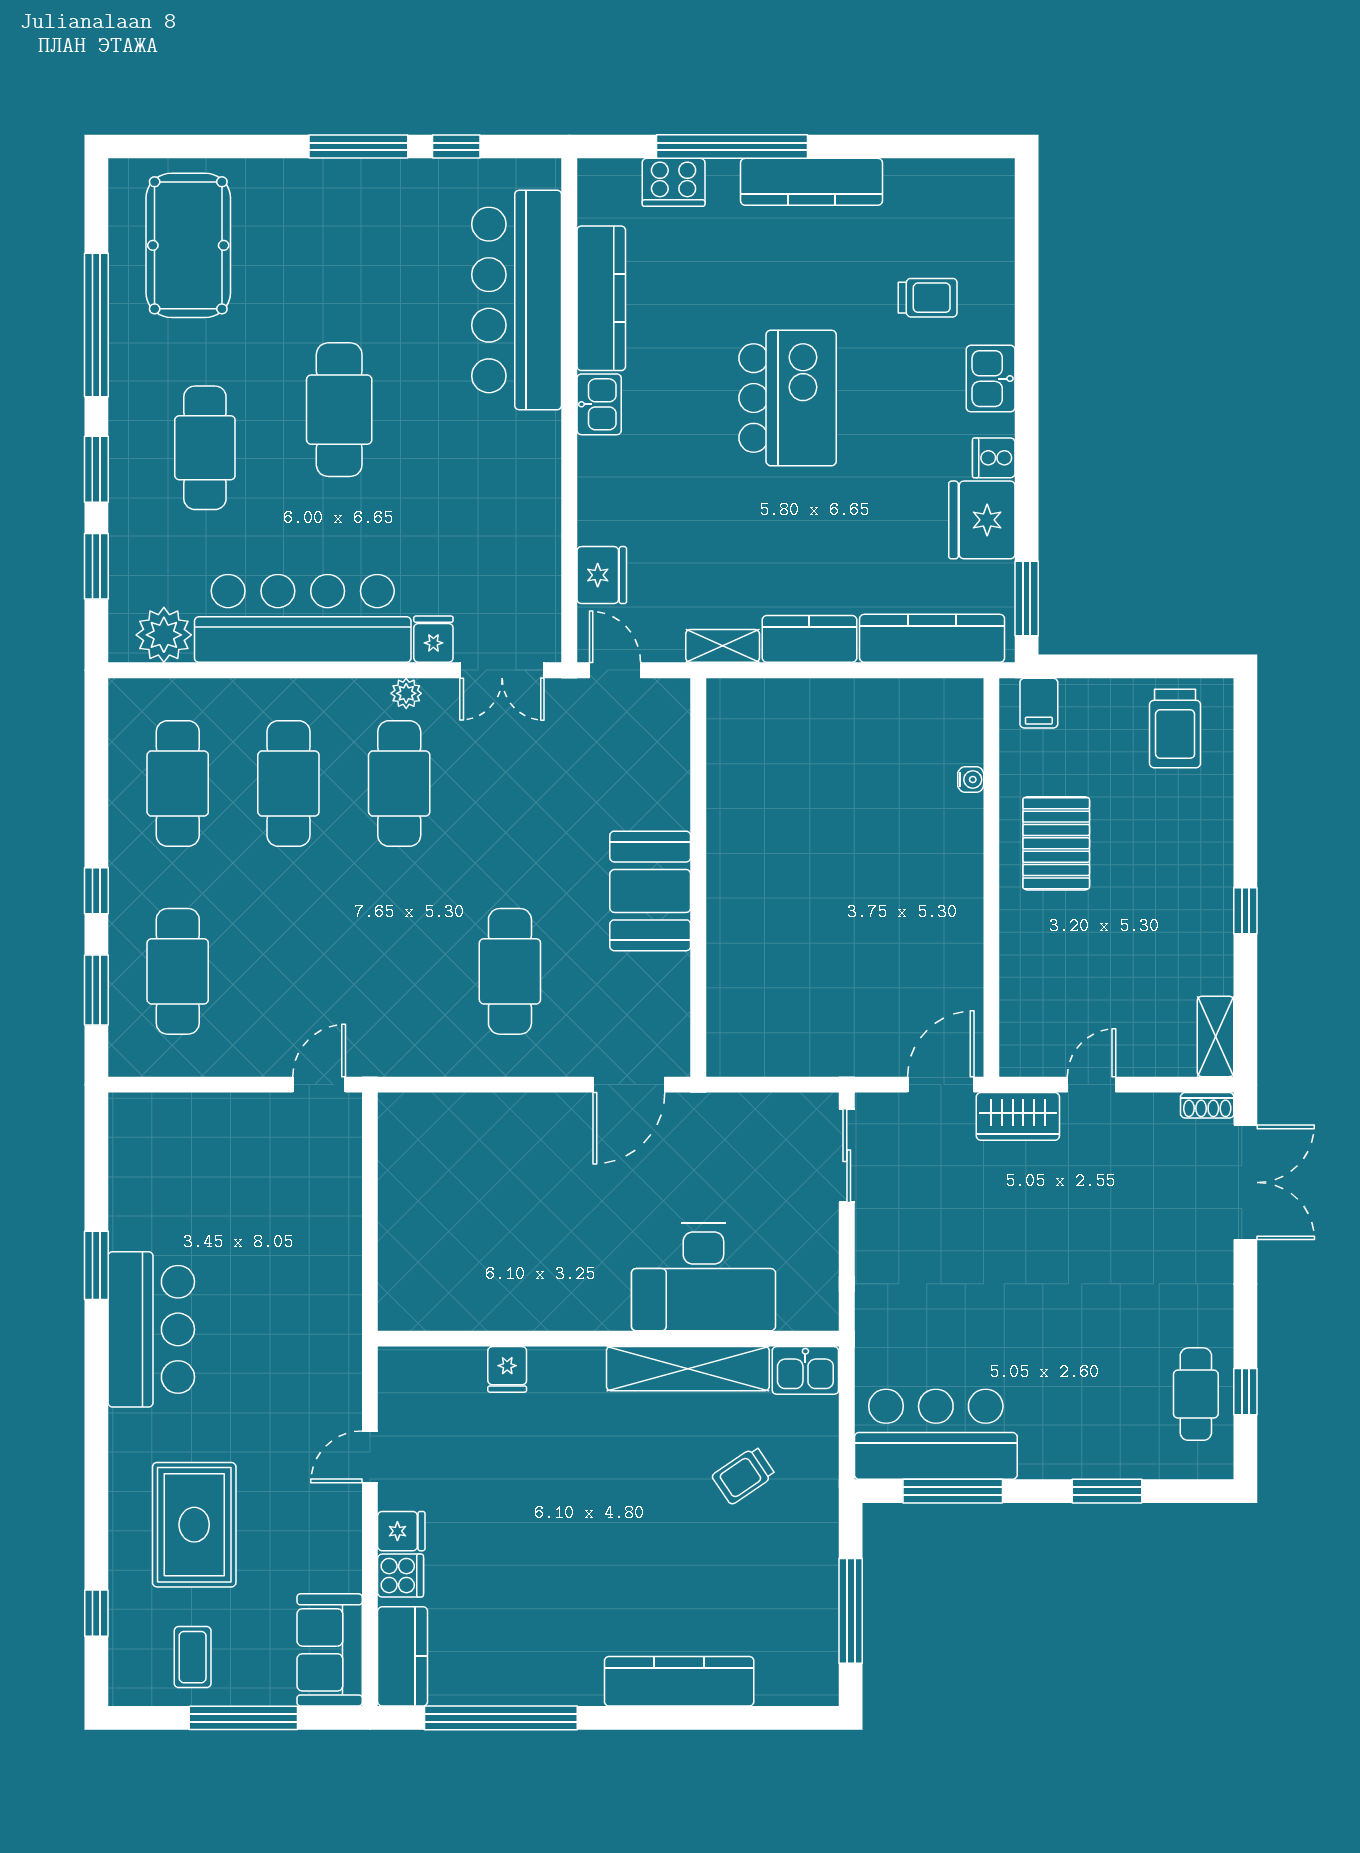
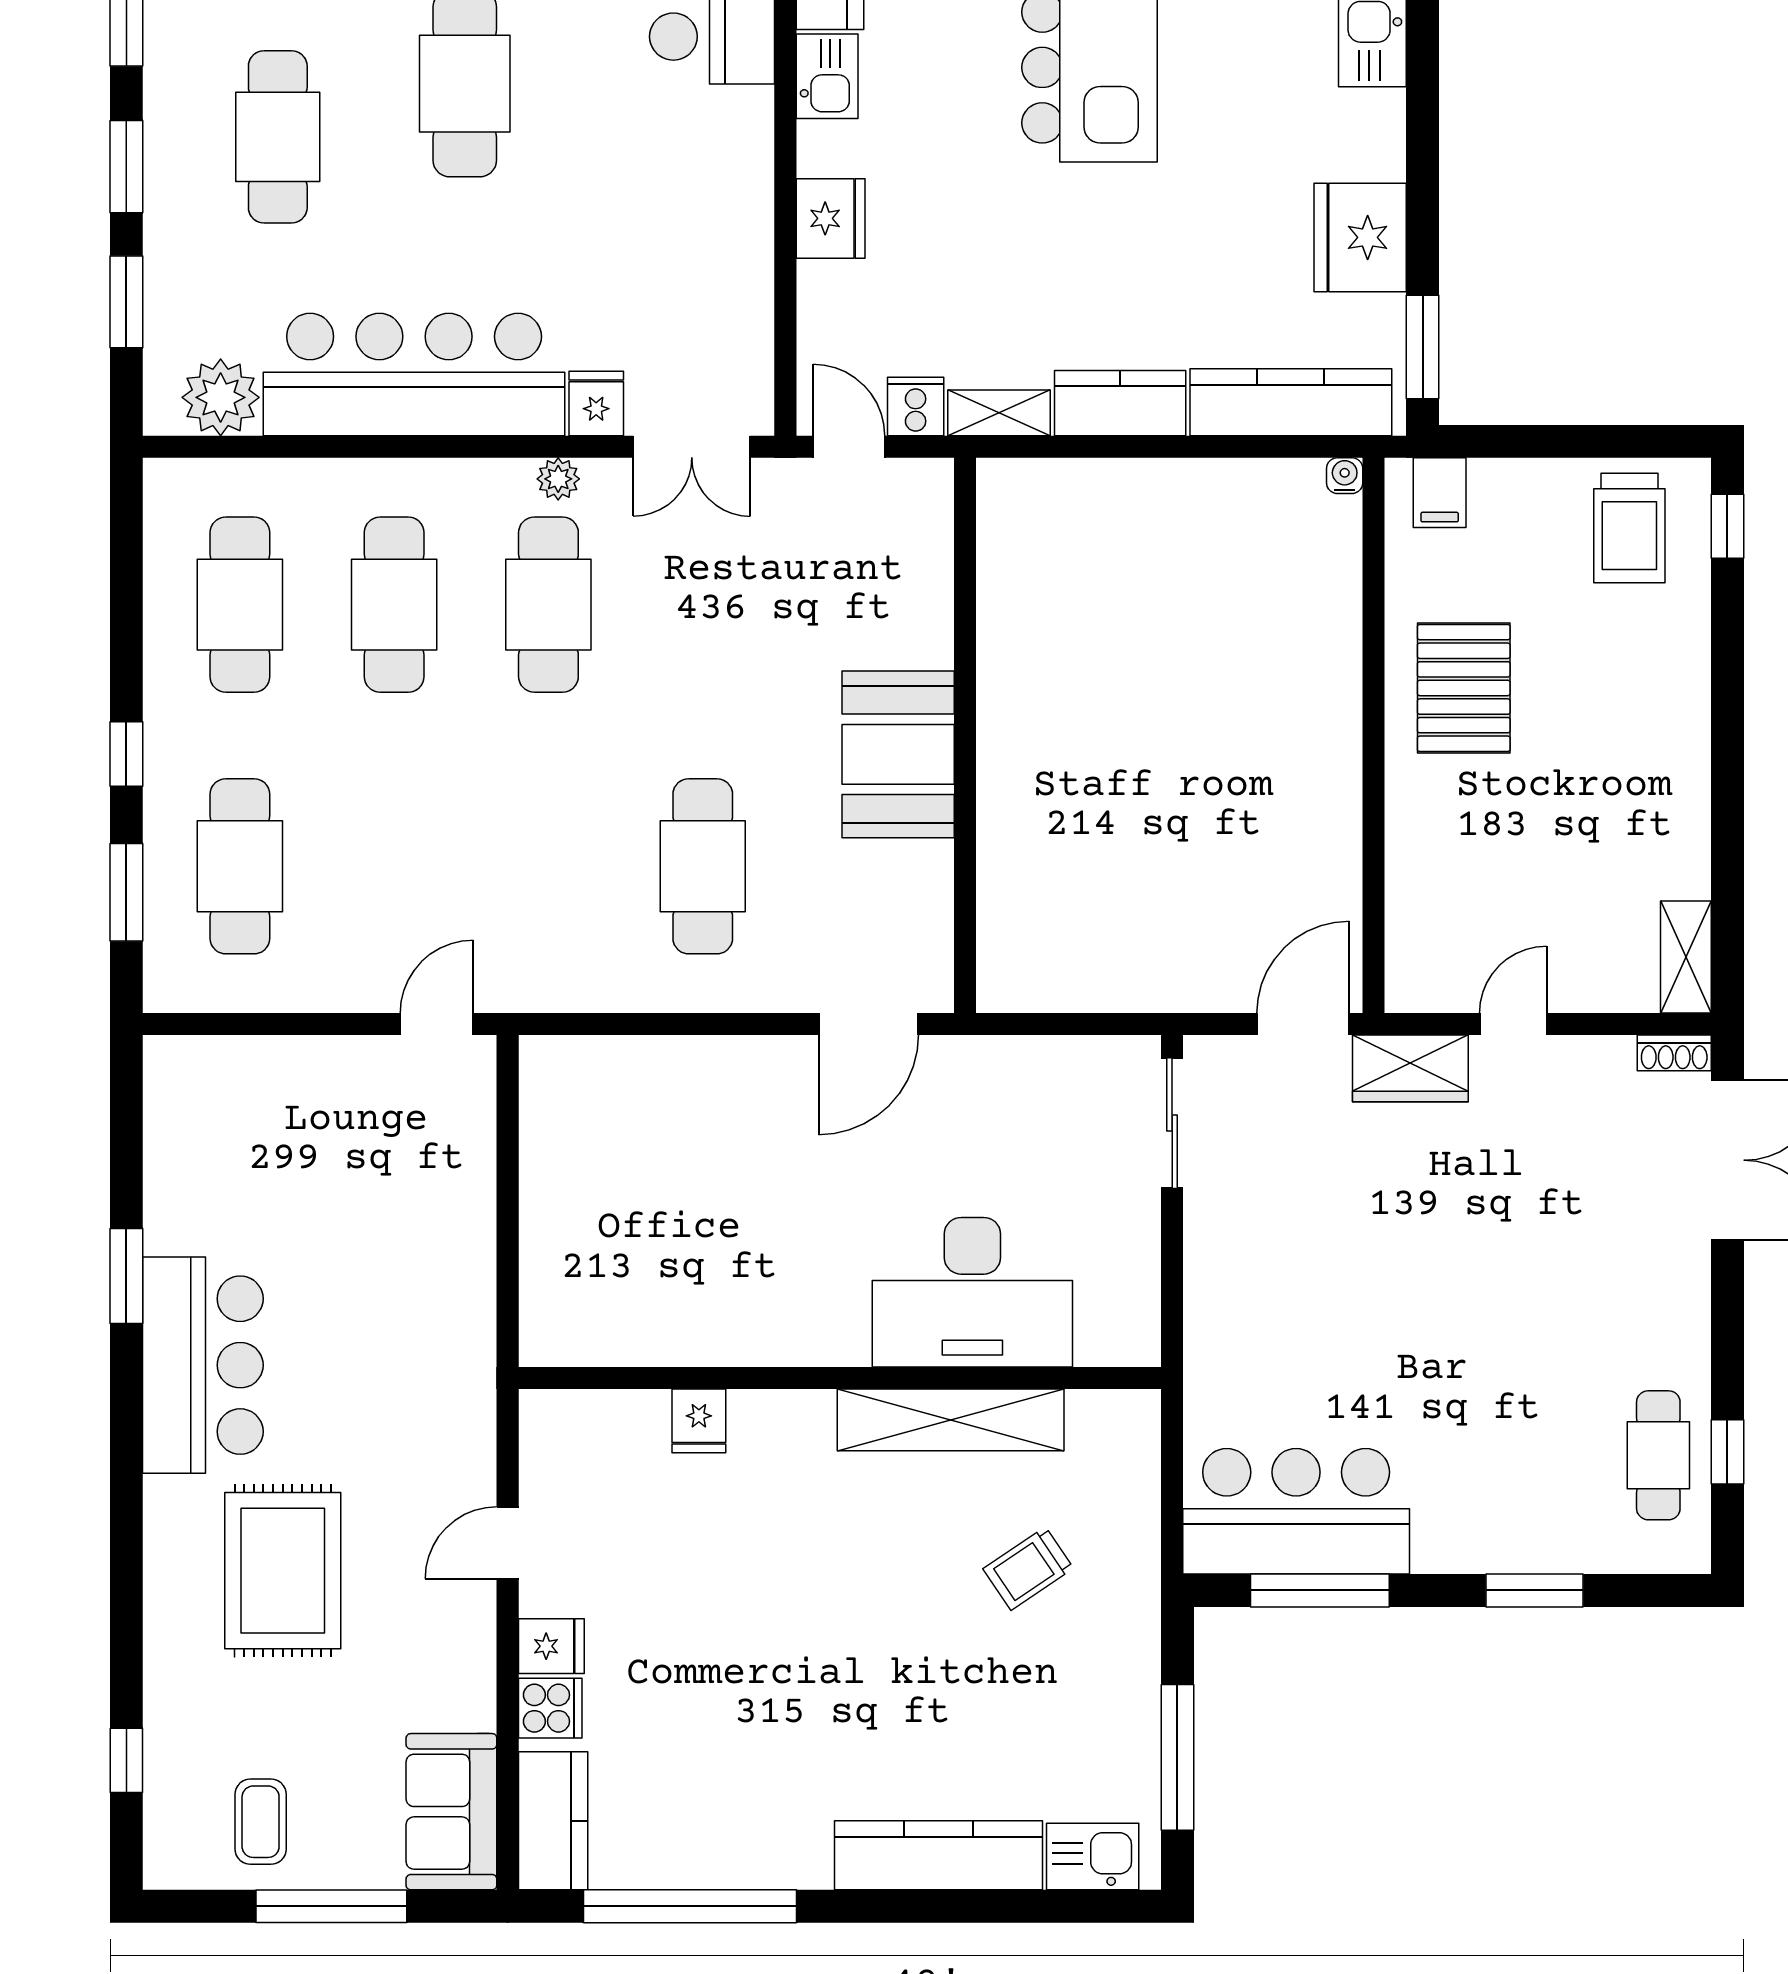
cooker: (994, 458) -> (916, 407), moved, turned 90
fridge: (602, 575) -> (831, 218), moved
water cooler: (971, 780) -> (1345, 476), moved, turned -90
window: (1245, 911) -> (1727, 526), moved
kitchen sink: (805, 1370) -> (1093, 1857), moved, turned 180
rug: (194, 1525) -> (283, 1571), moved

